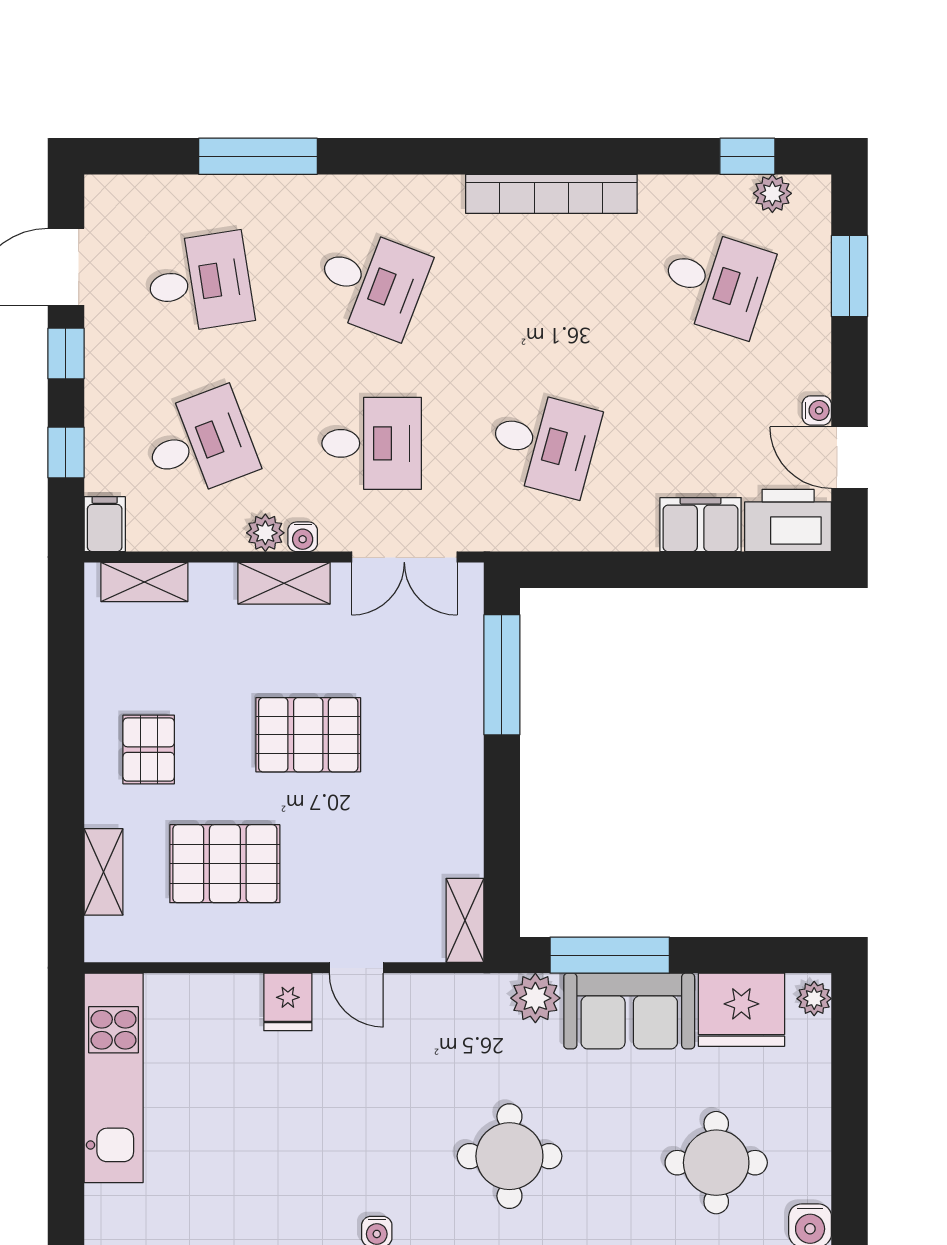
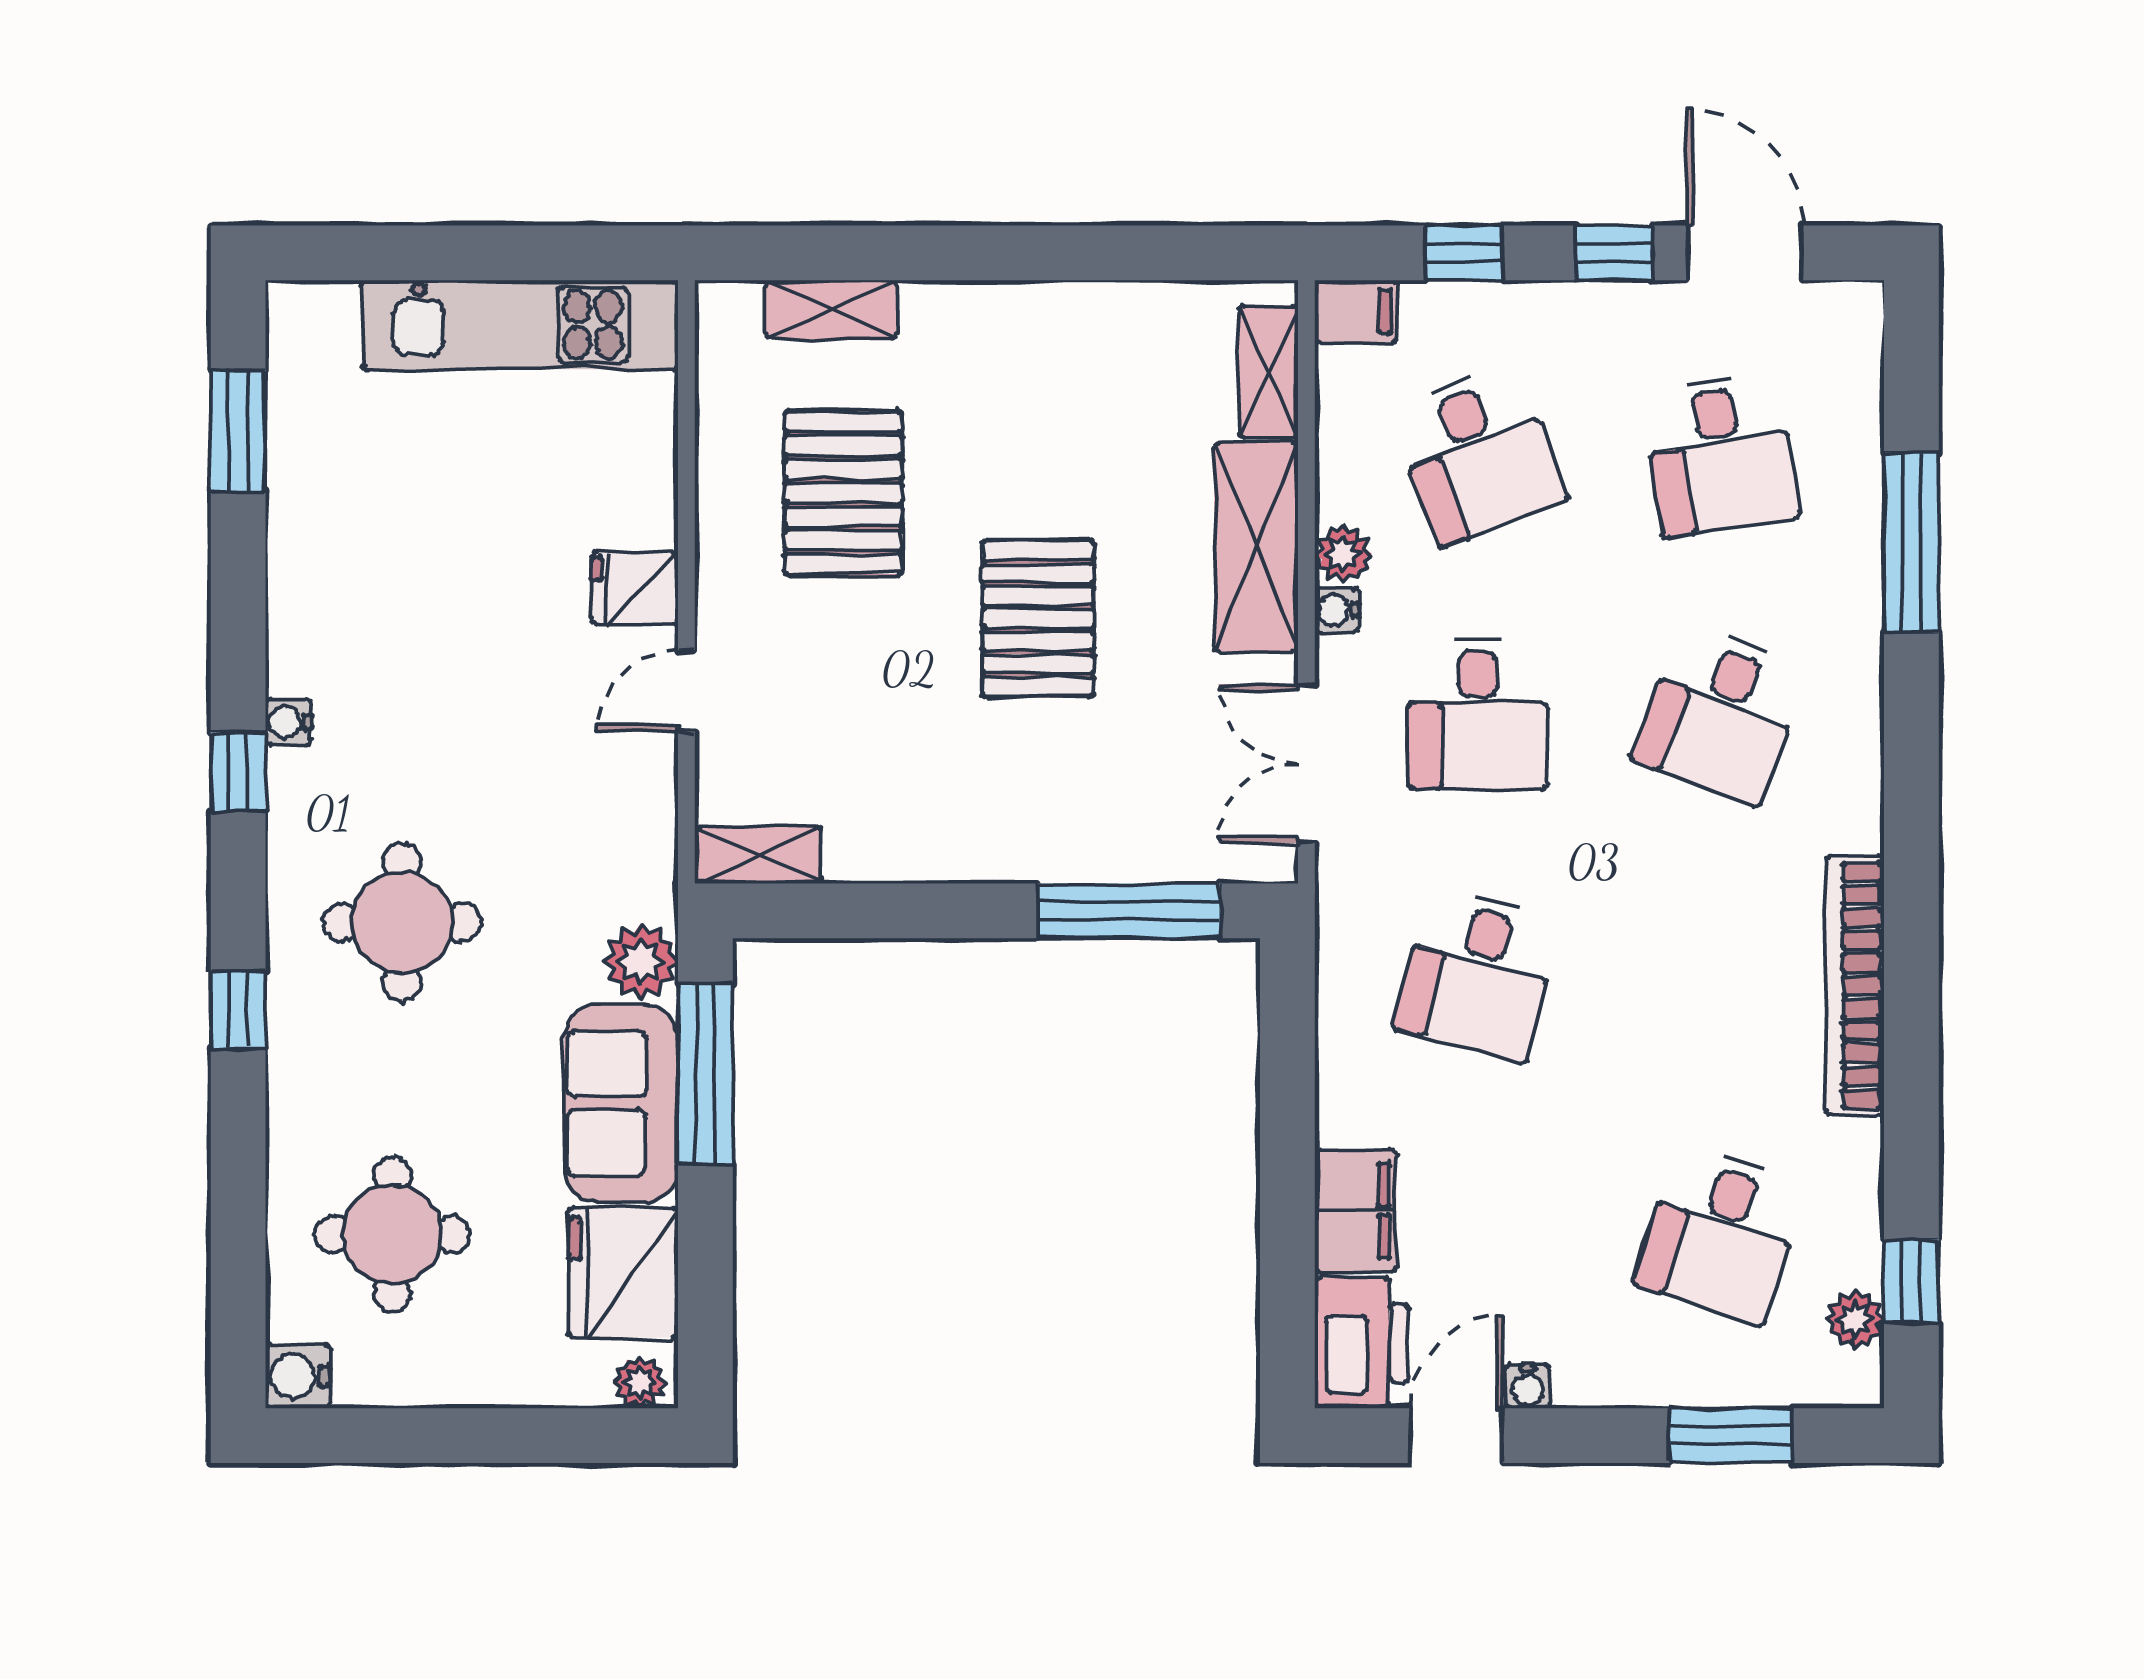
shelving: (284, 583) -> (1256, 547), width x1.50, depth x1.33
pallet: (149, 750) -> (1016, 378), removed

